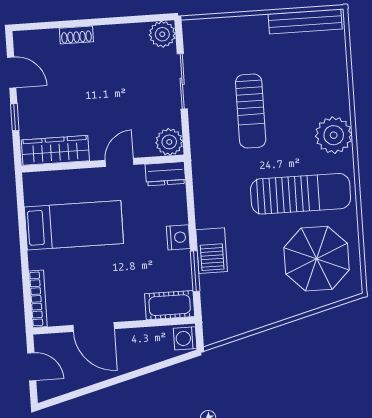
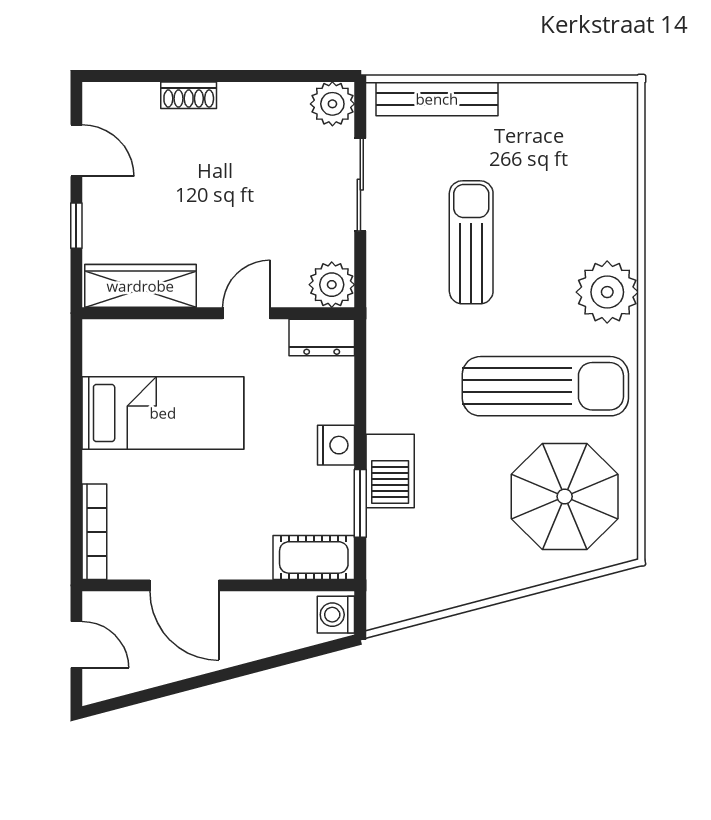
bench: (305, 21) -> (437, 99), moved
sun lounger: (251, 111) -> (471, 242), turned 180

